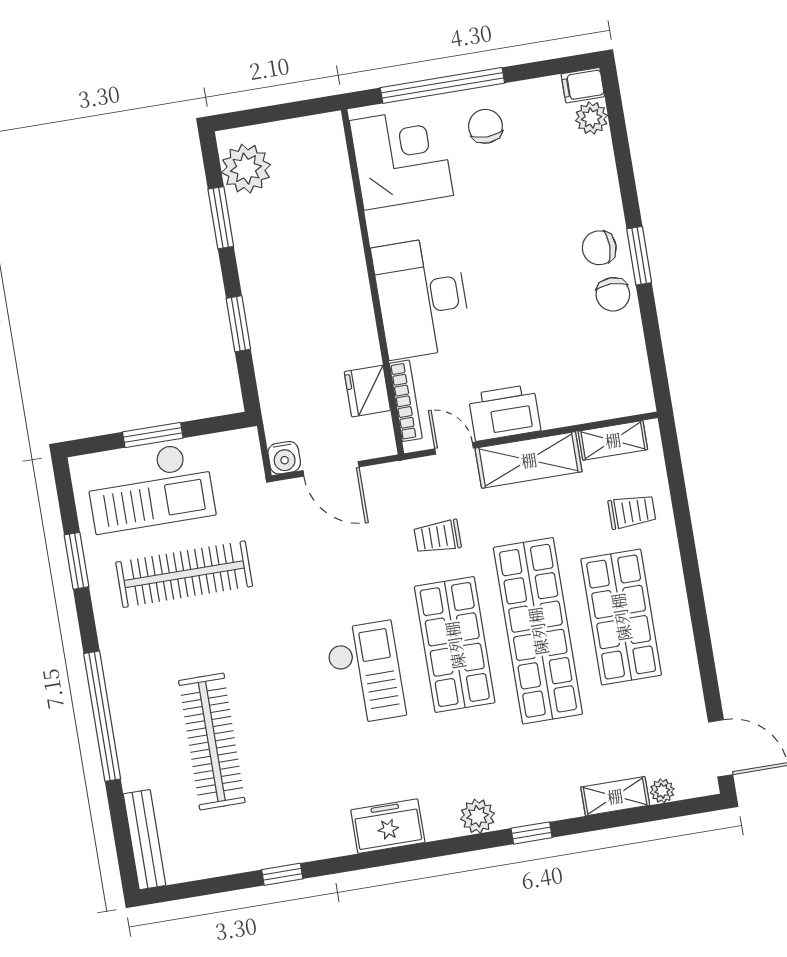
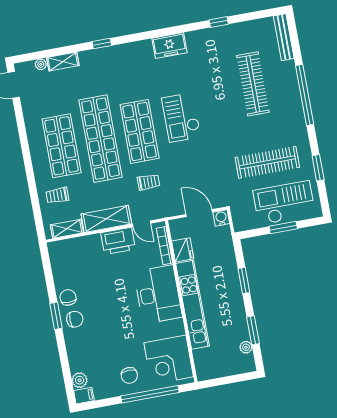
plant: (246, 169) -> (246, 347), width x0.53, depth x0.53
kitchen unit: (349, 274) -> (193, 305), added
plant: (478, 816) -> (127, 51), removed

